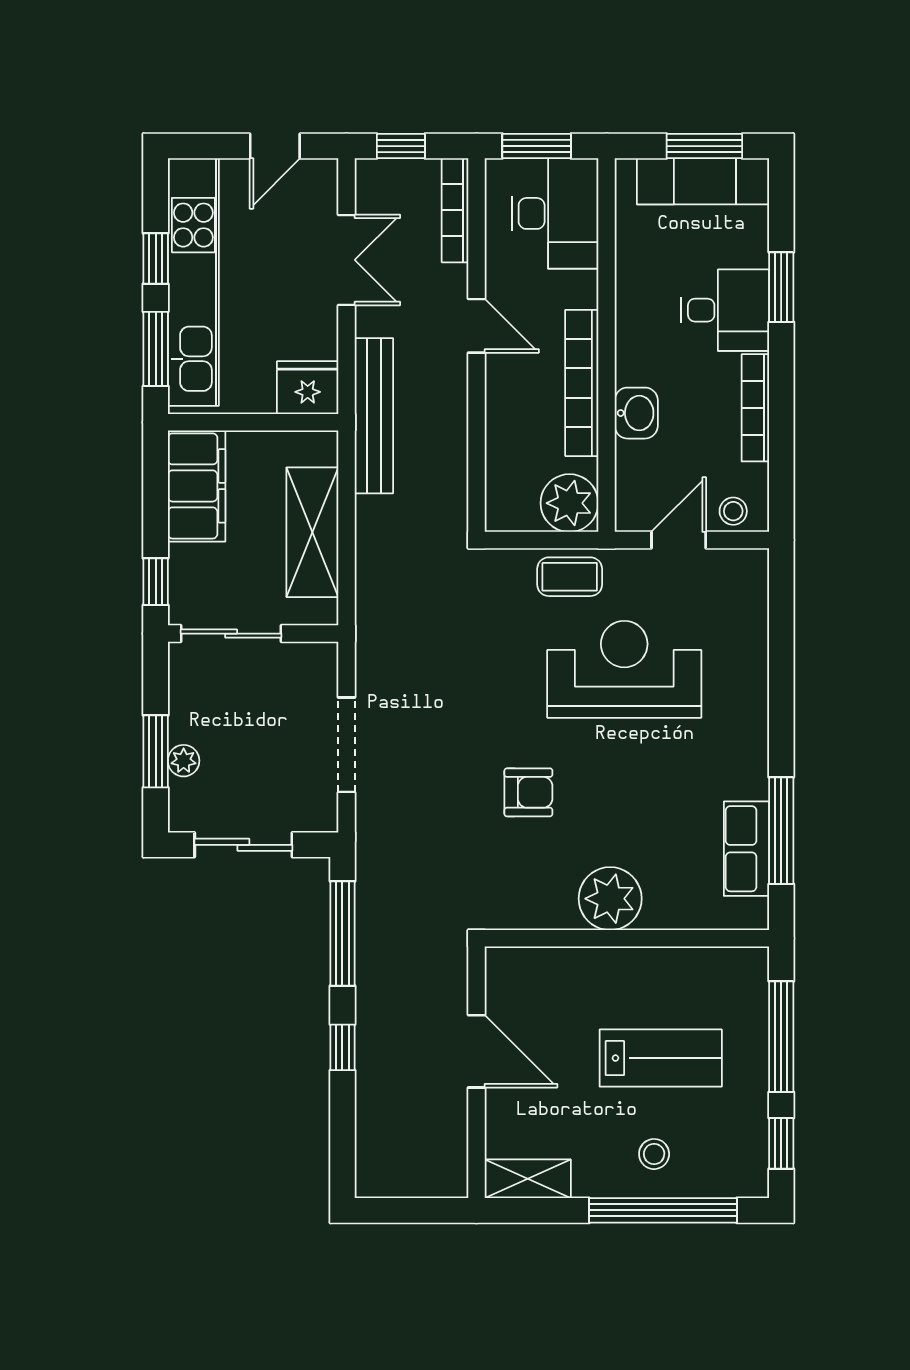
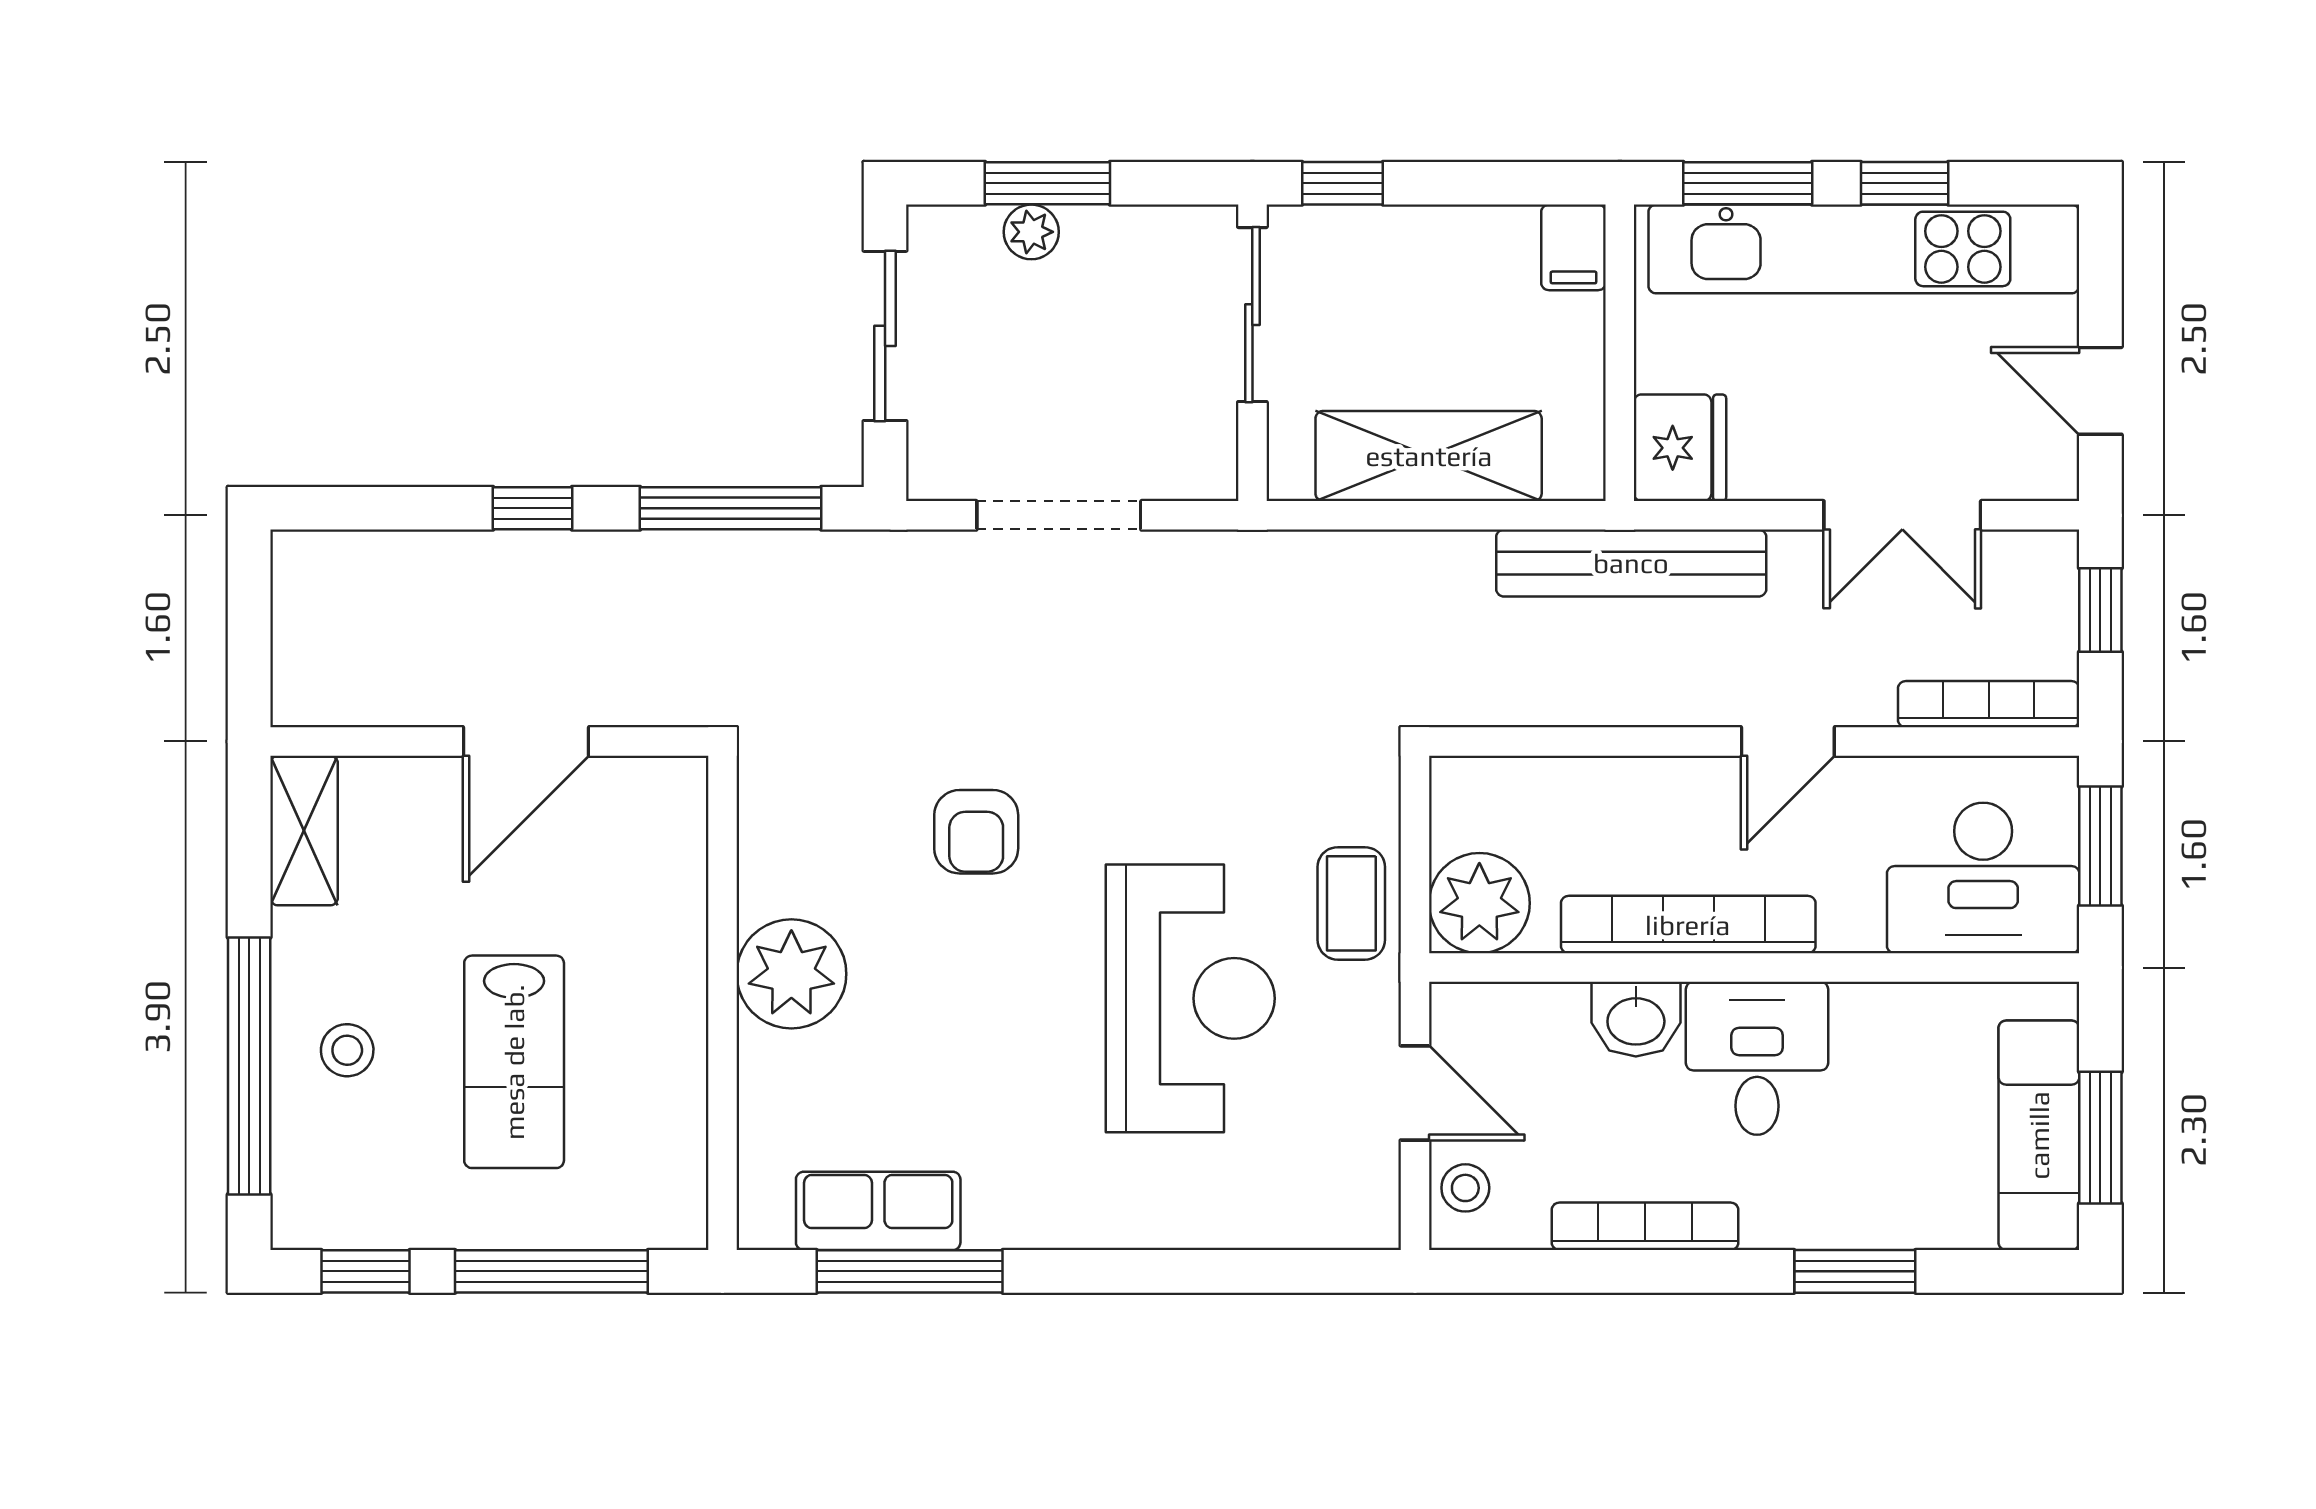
desk: (725, 310) -> (1757, 1058), moved, turned 180
filing cabinet: (197, 486) -> (1574, 247), width x0.33, depth x0.86

